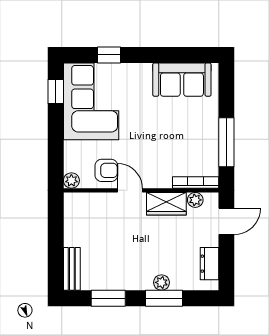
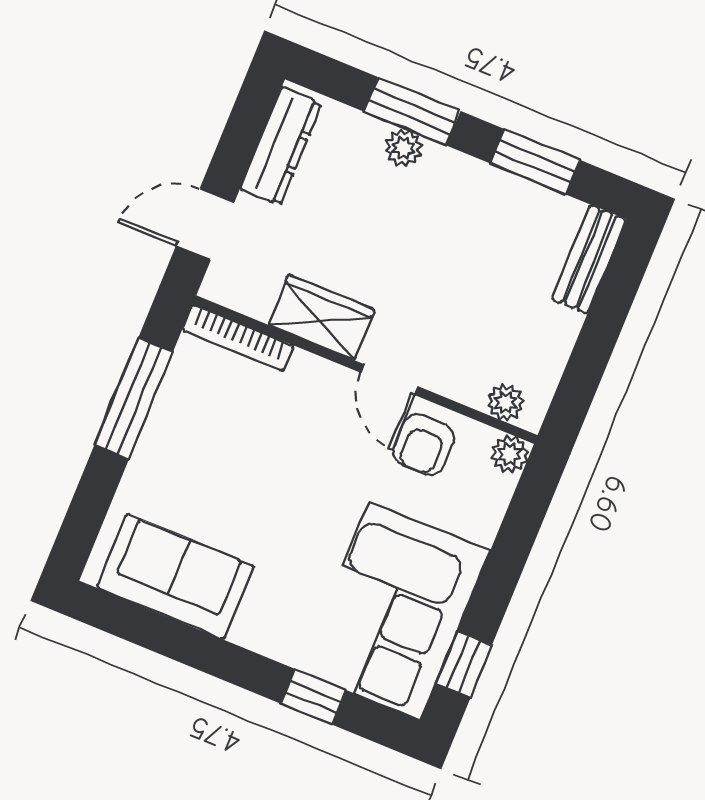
armchair: (106, 170) -> (424, 445), turned -90
plant: (195, 200) -> (506, 402), moved
dresser: (209, 264) -> (281, 146), width x1.44

